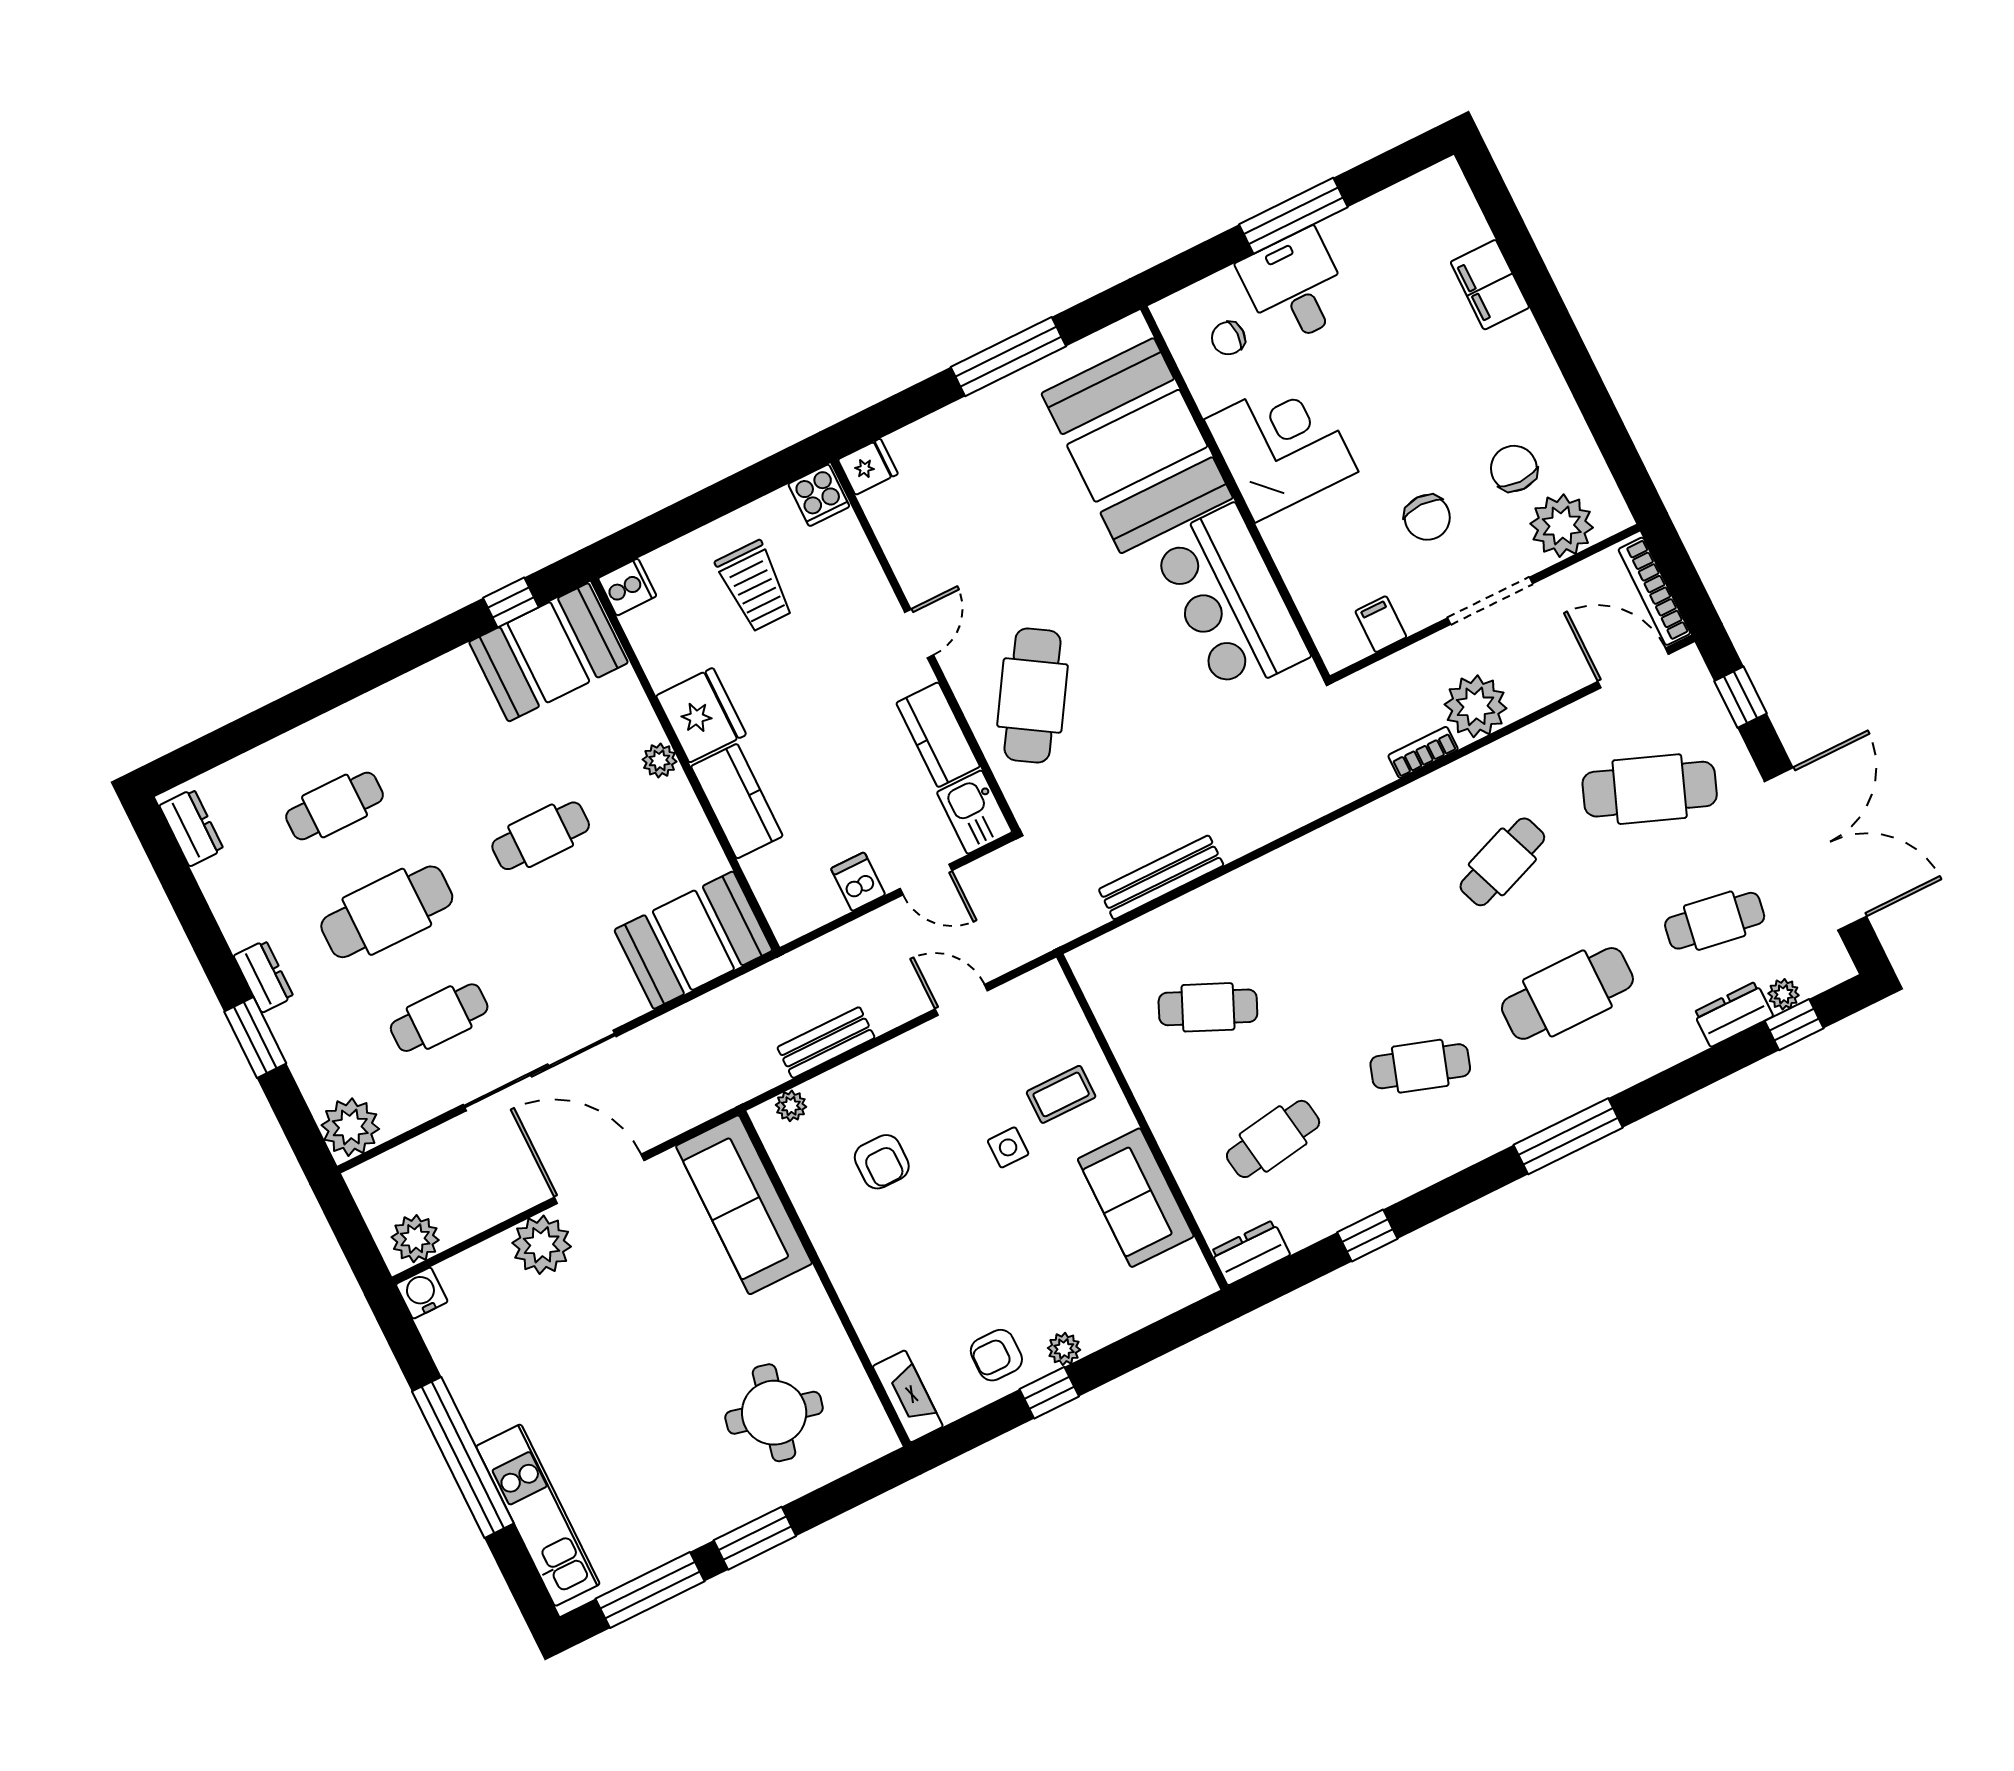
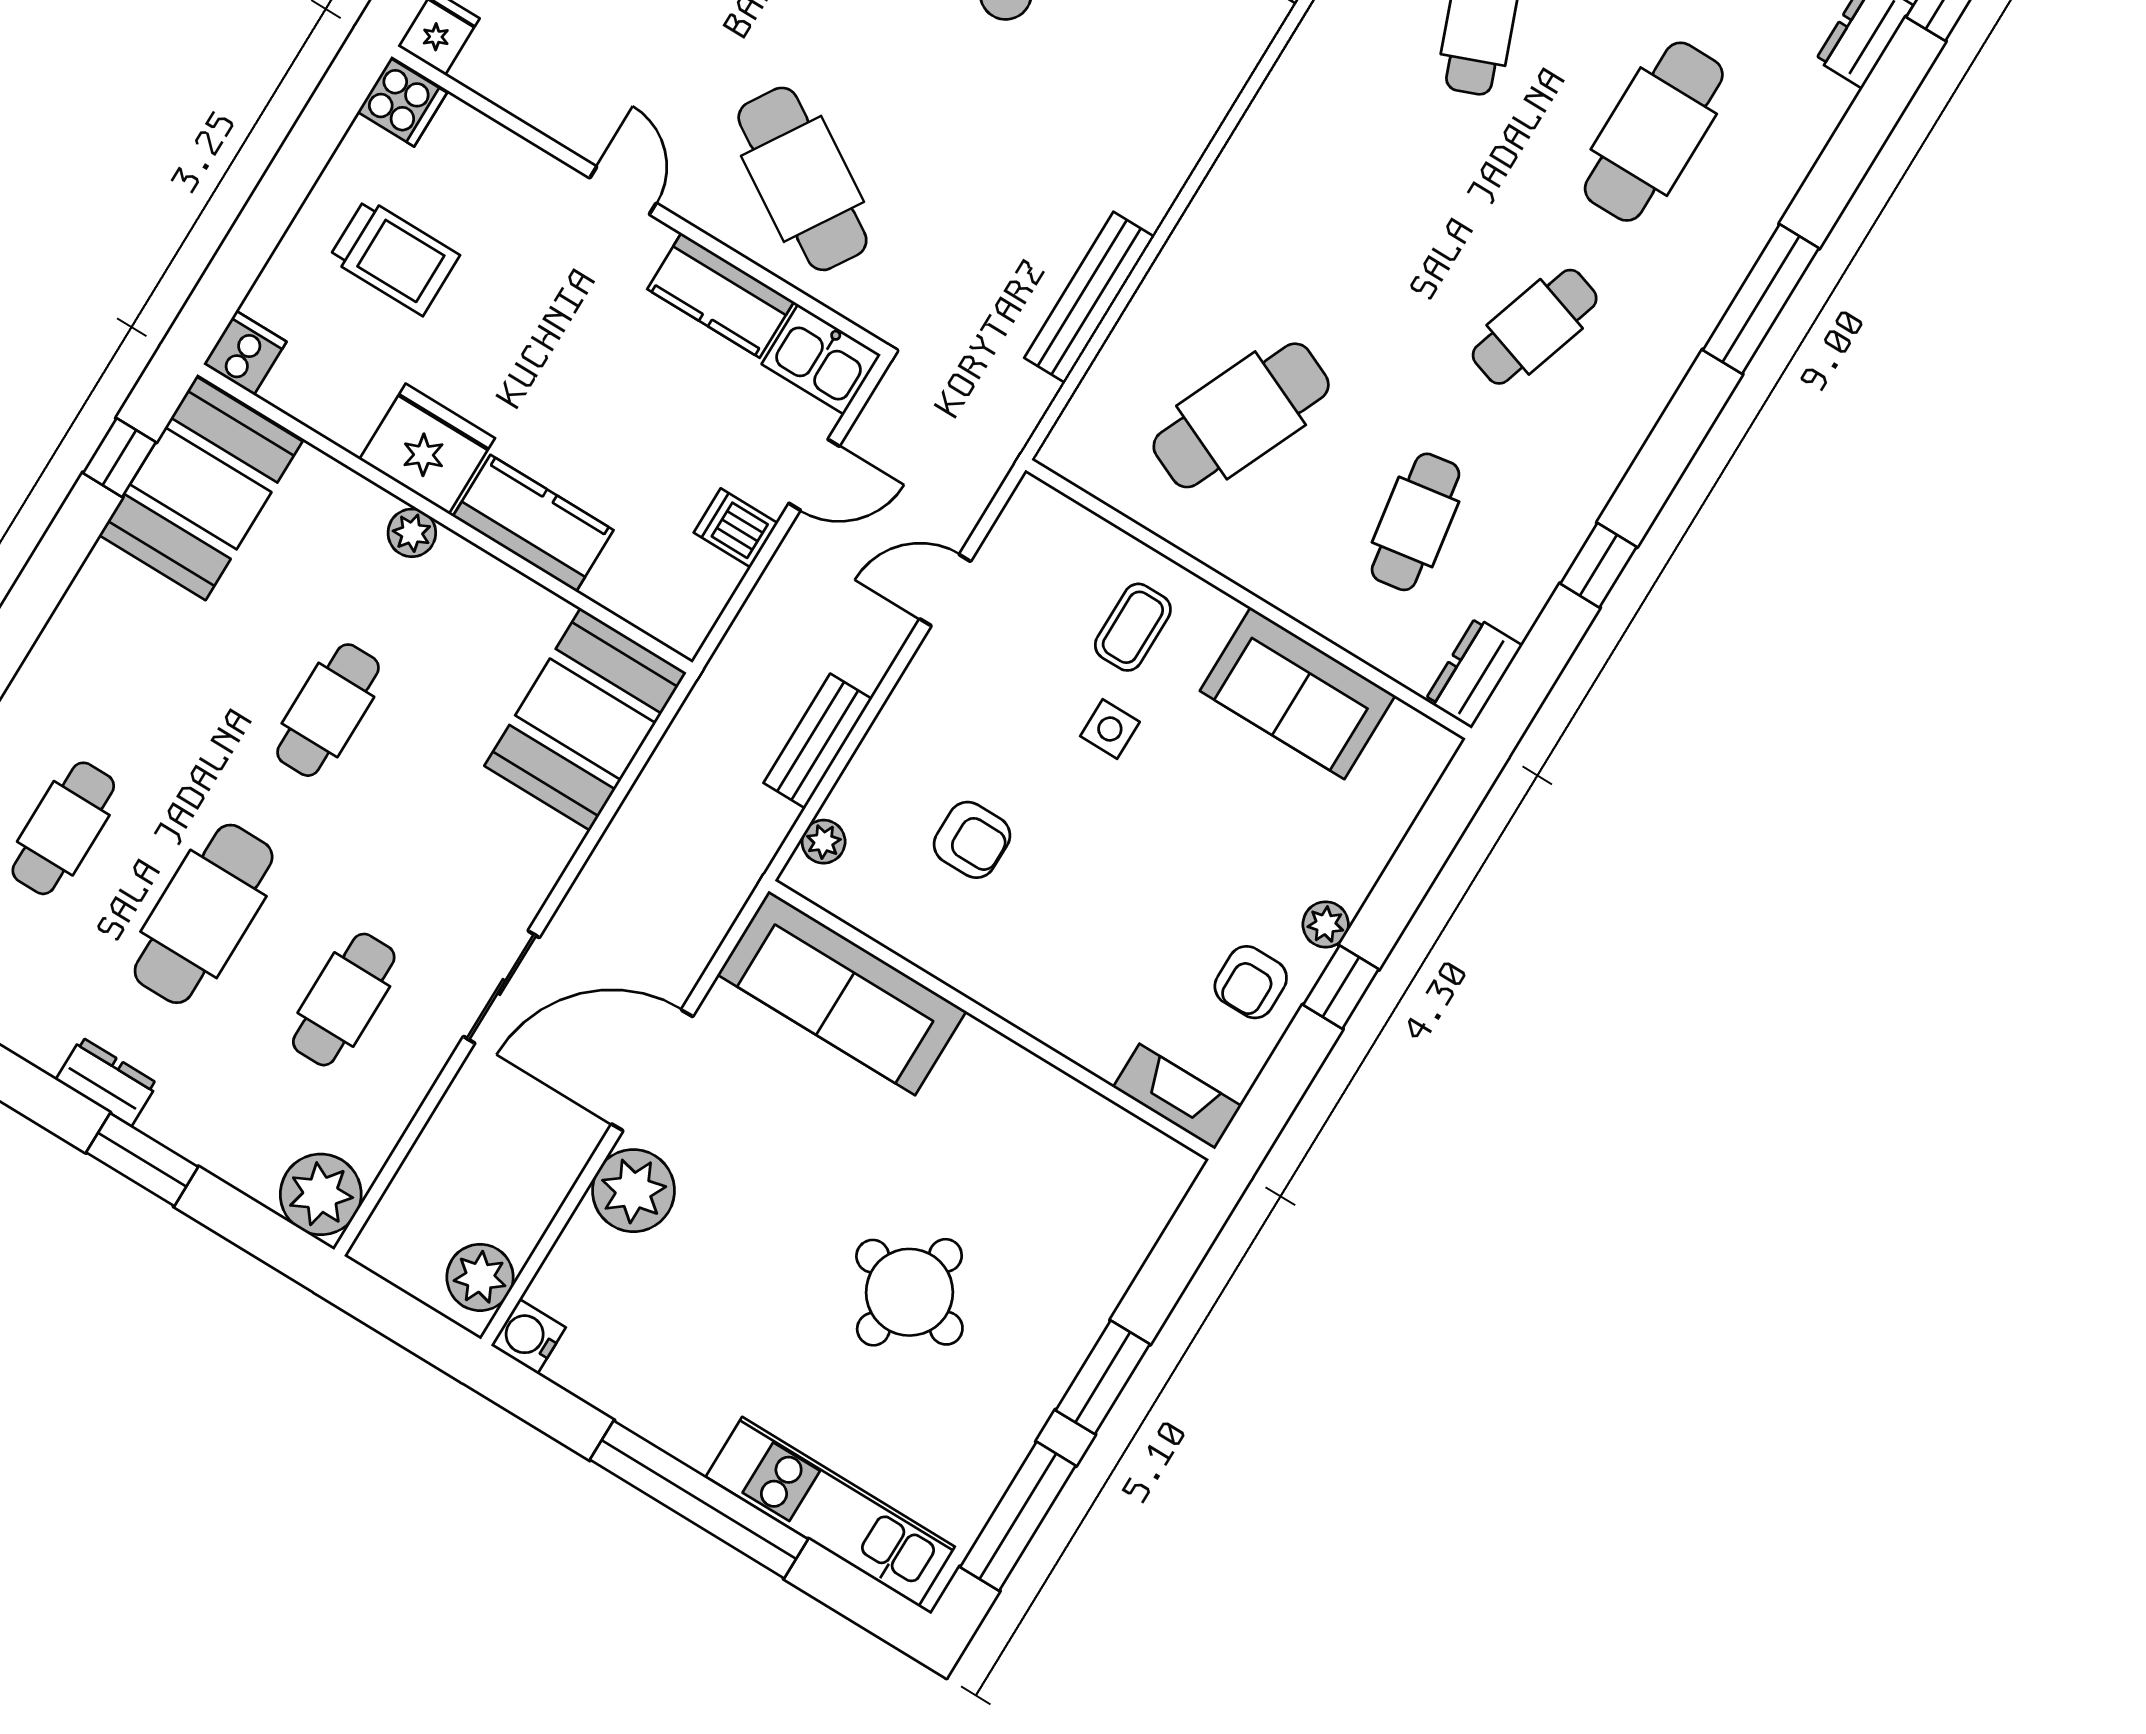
cafe table: (1208, 1007) -> (1241, 415), width x1.37, depth x1.35
sliding door: (540, 1071) -> (501, 987), width x0.54
round table: (774, 1413) -> (909, 1292), moved

